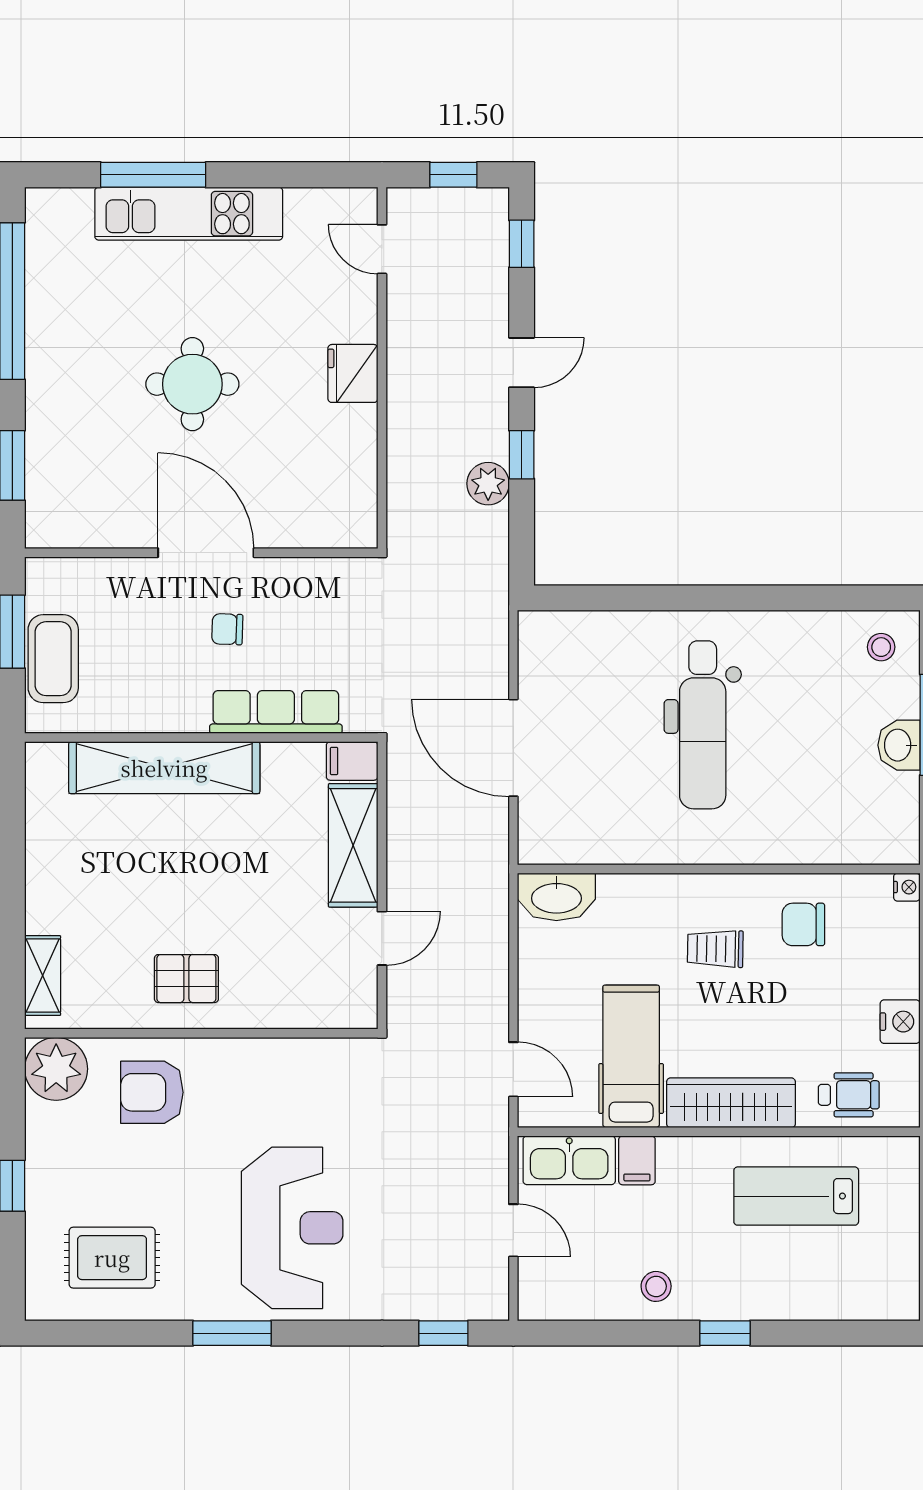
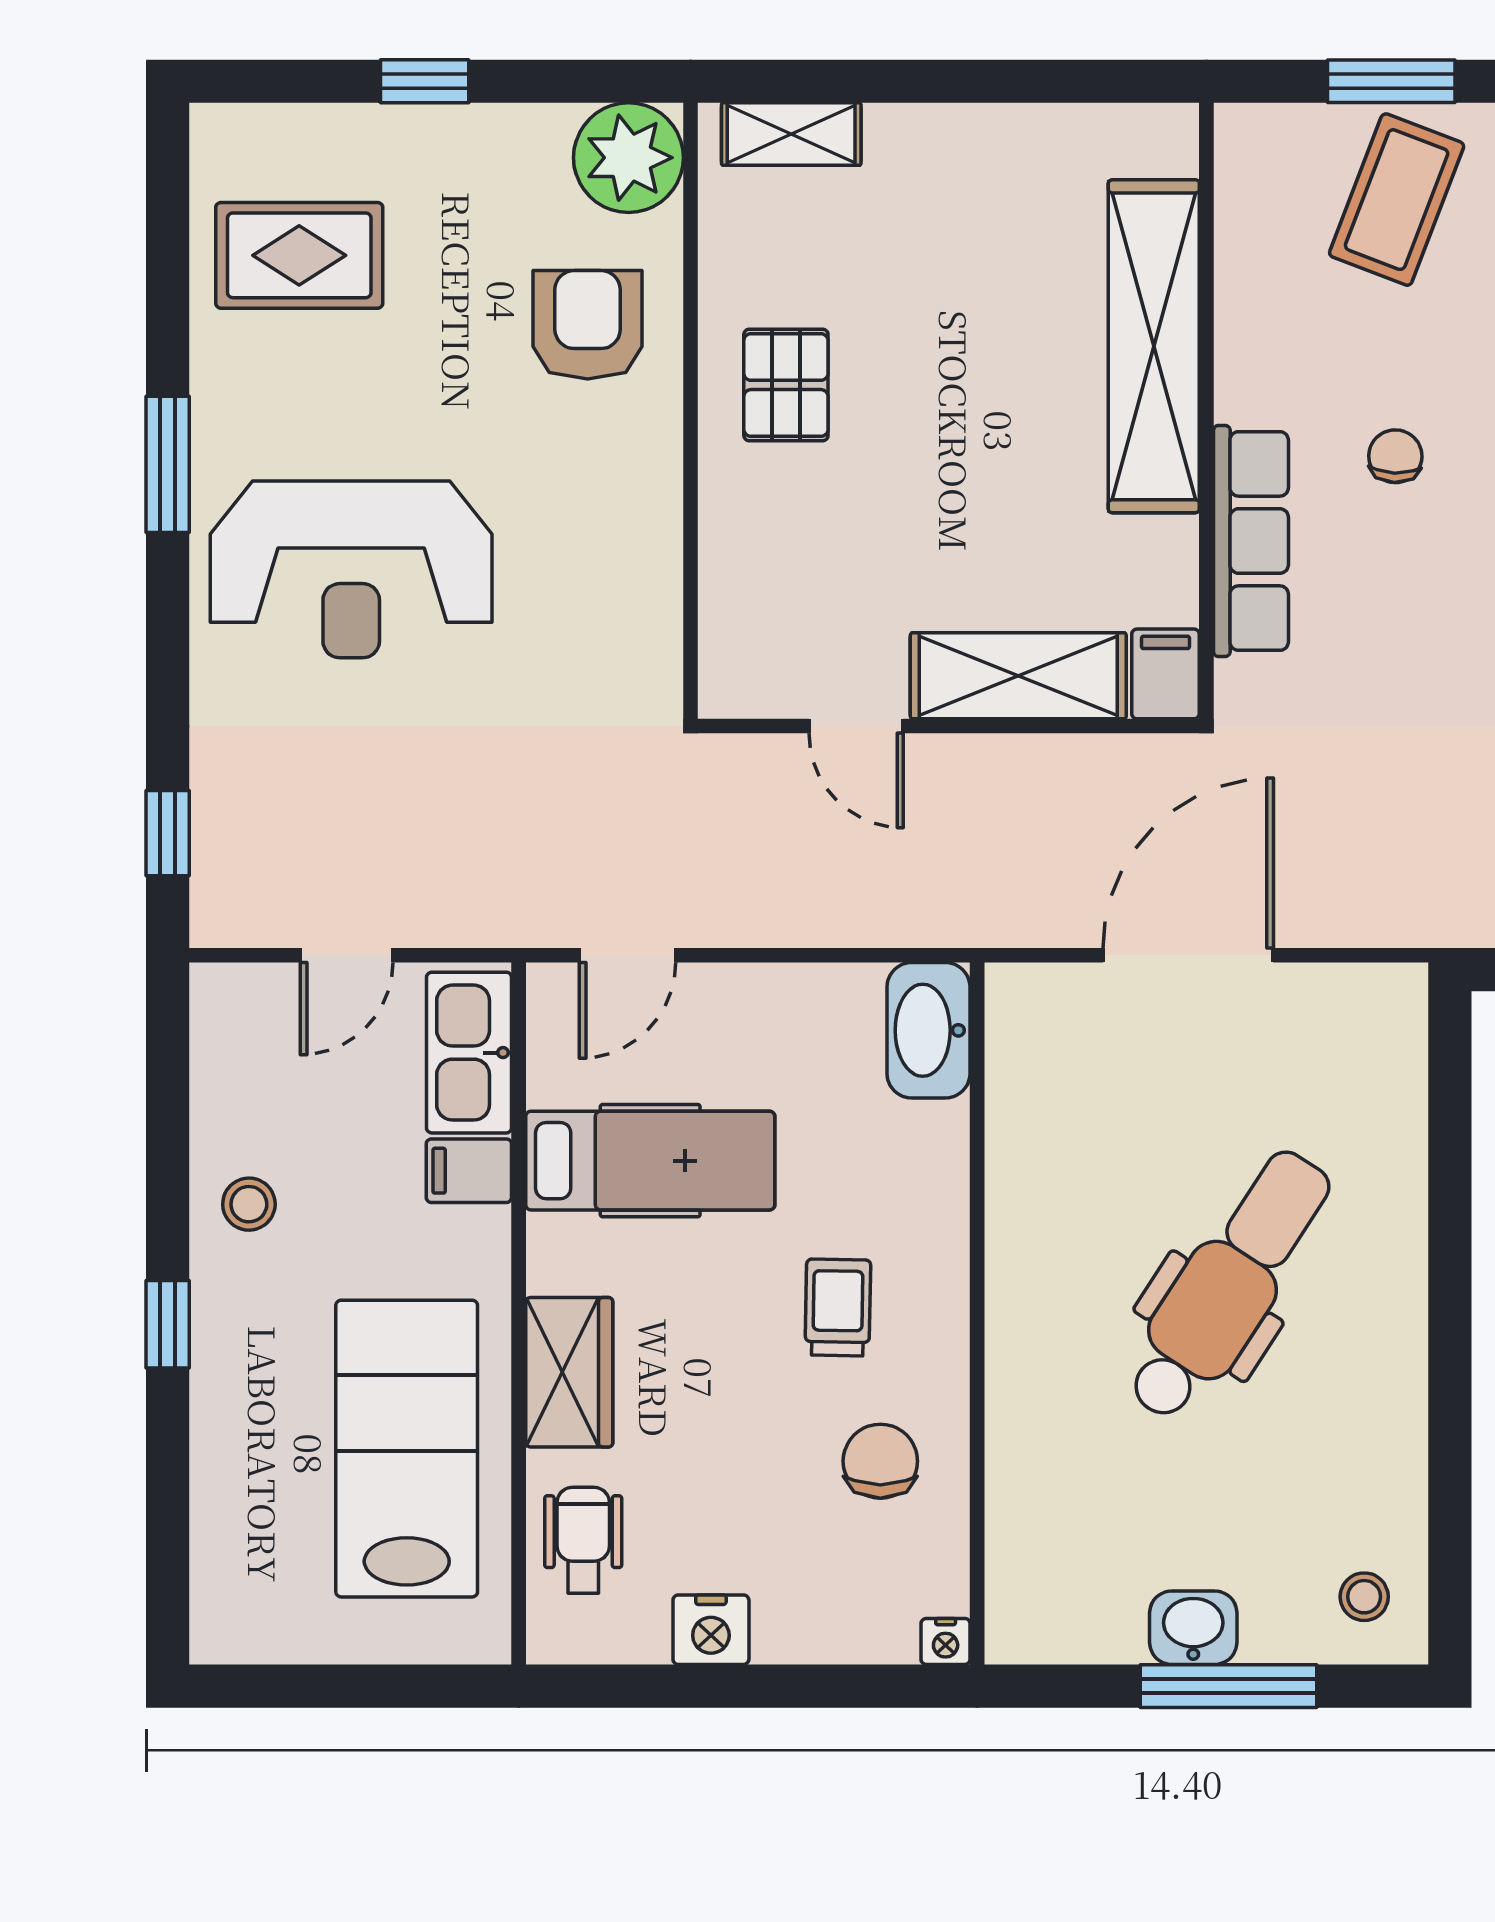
coffee table: (53, 659) -> (1397, 200), moved, turned -69
dental chair: (703, 725) -> (1228, 1285), turned 123
wheelchair: (849, 1095) -> (583, 1540), turned 180
wardrobe: (731, 1103) -> (569, 1372), width x0.67
lab bench: (796, 1196) -> (407, 1449), width x1.36, depth x1.39
rug: (112, 1258) -> (299, 255), turned 90

